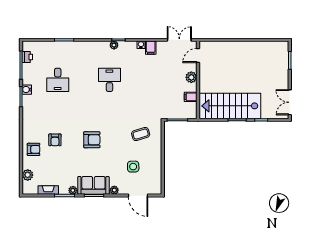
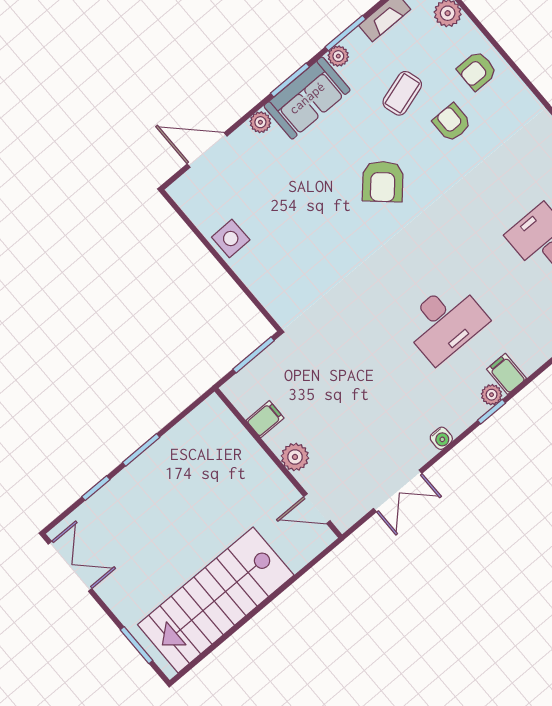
double door: (179, 40) -> (398, 491), moved
filing cabinet: (151, 48) -> (506, 374), moved
door: (198, 56) -> (317, 509), swing flipped
desk: (109, 80) -> (445, 322), width x1.37
stairs: (230, 106) -> (216, 600), moved, turned 180
coffee table: (141, 134) -> (402, 93), moved
armchair: (92, 140) -> (383, 181), turned -48
side table: (133, 167) -> (231, 239), moved

